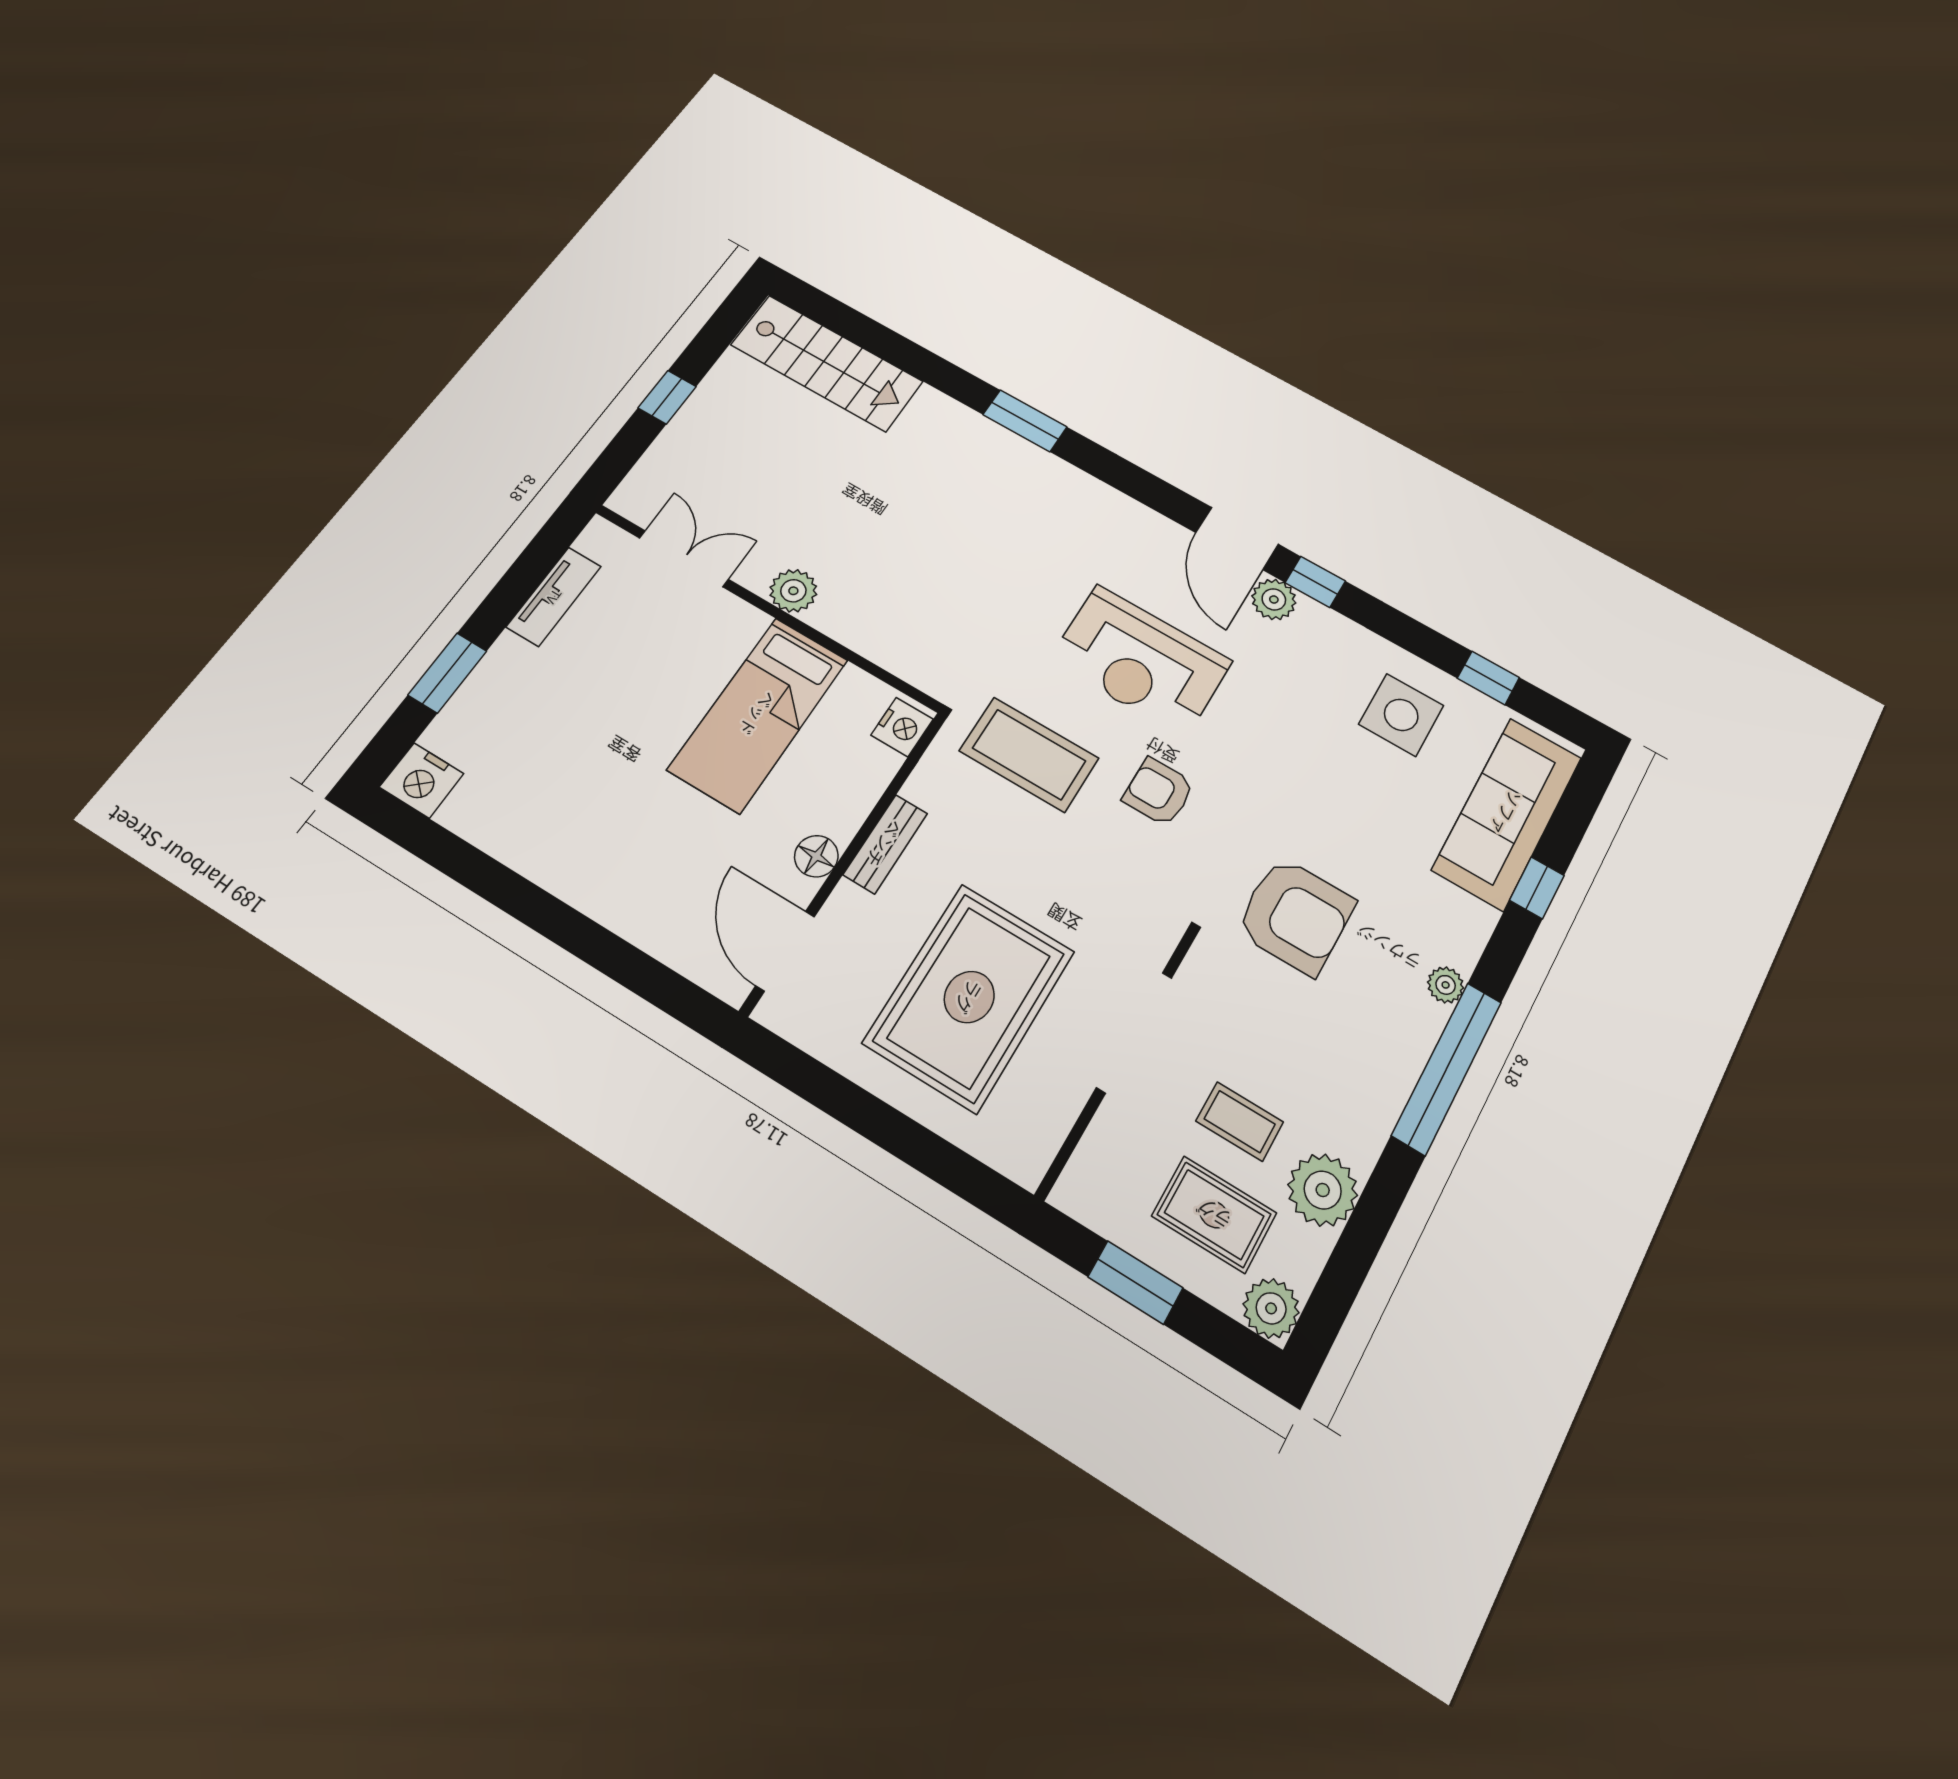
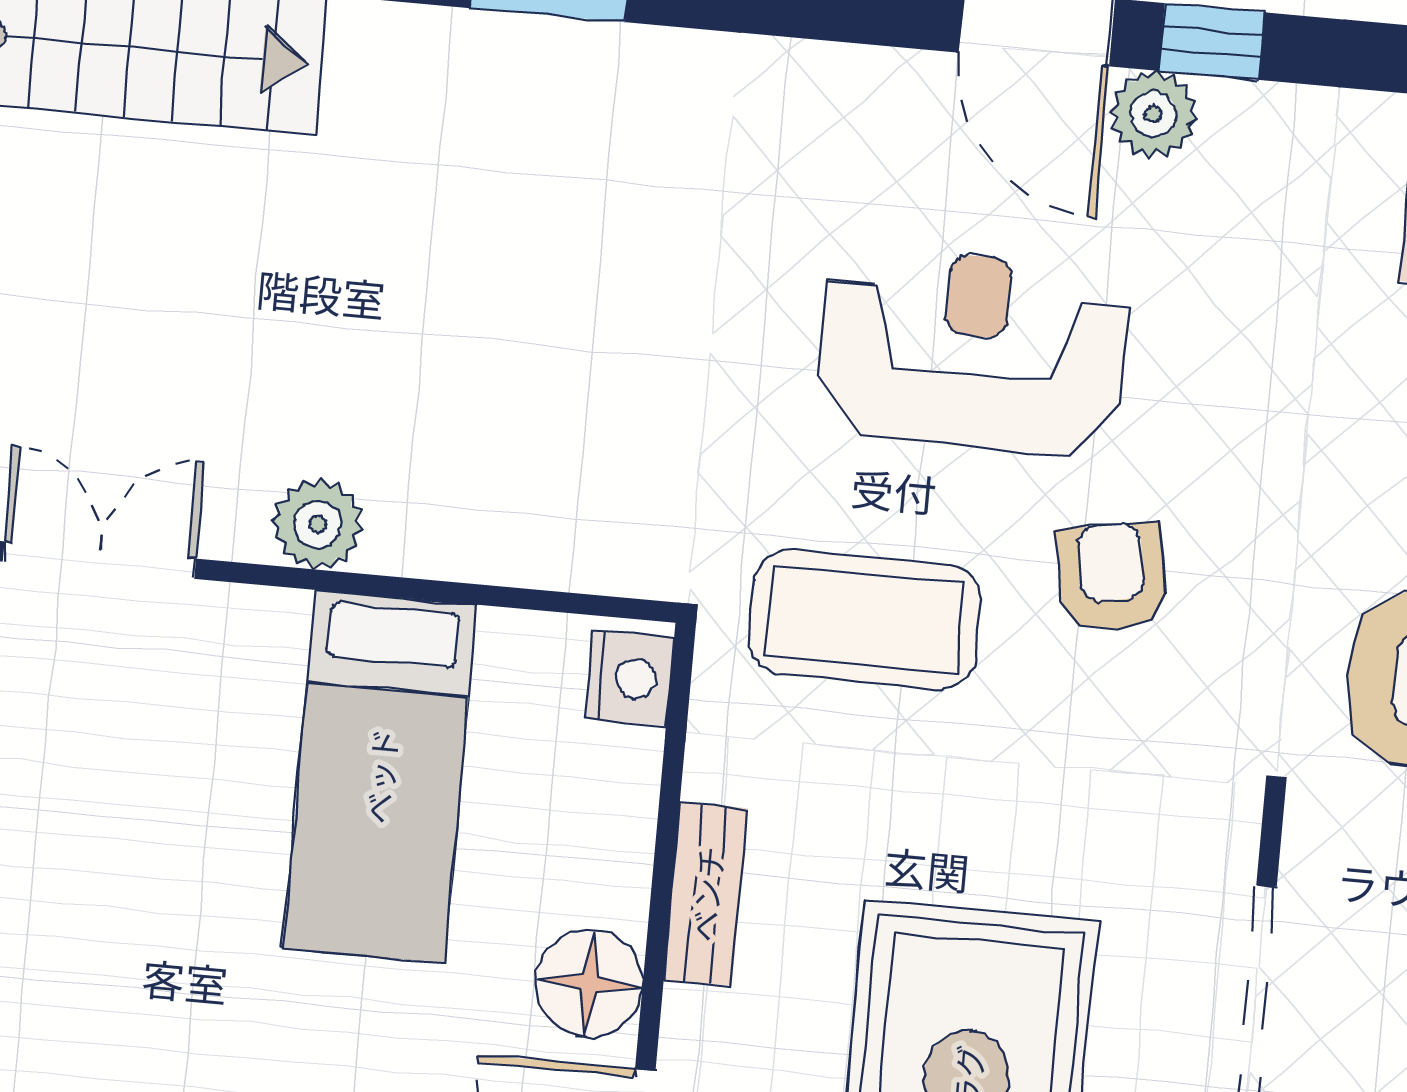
reception desk: (1141, 661) -> (973, 351), turned 180
armchair: (1159, 792) -> (1112, 577), turned 80
floor lamp: (816, 856) -> (589, 983), width x1.38, depth x1.38

